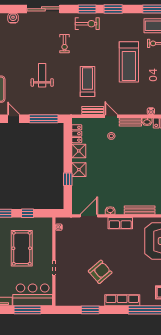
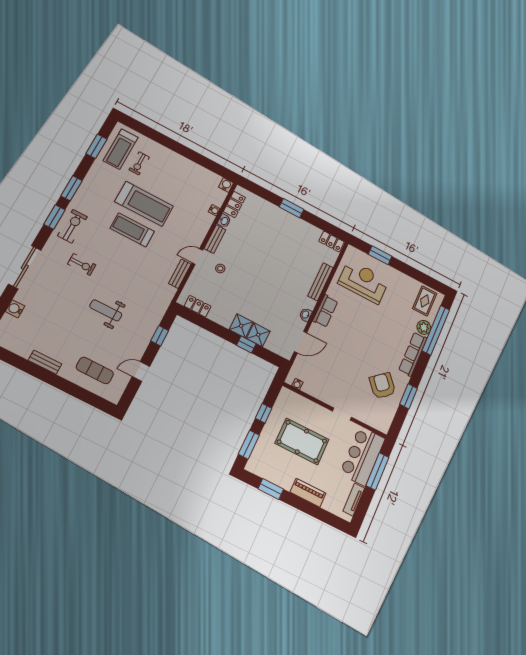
treadmill: (88, 82) -> (132, 230), moved
window: (44, 119) -> (160, 336), width x0.46
shower: (79, 151) -> (258, 335), moved
door: (89, 216) -> (300, 342), swing flipped
armchair: (100, 272) -> (382, 386), moved
plant: (146, 300) -> (424, 327), added

